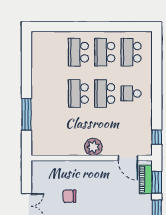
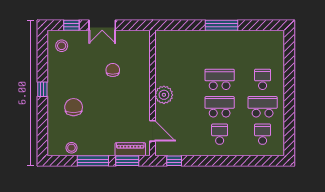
school desk: (78, 52) -> (263, 79), width x0.54
school desk: (131, 52) -> (263, 134), width x0.54
window: (26, 114) -> (221, 25), moved
door: (128, 158) -> (152, 131), swing flipped

